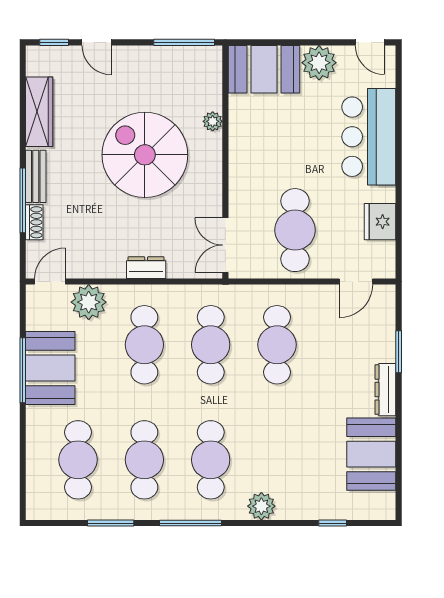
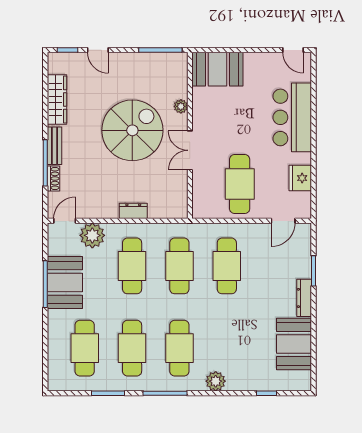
plant: (319, 63) -> (257, 65), removed
spiral stairs: (145, 155) -> (132, 130), turned 90
double door: (225, 245) -> (190, 150), moved

